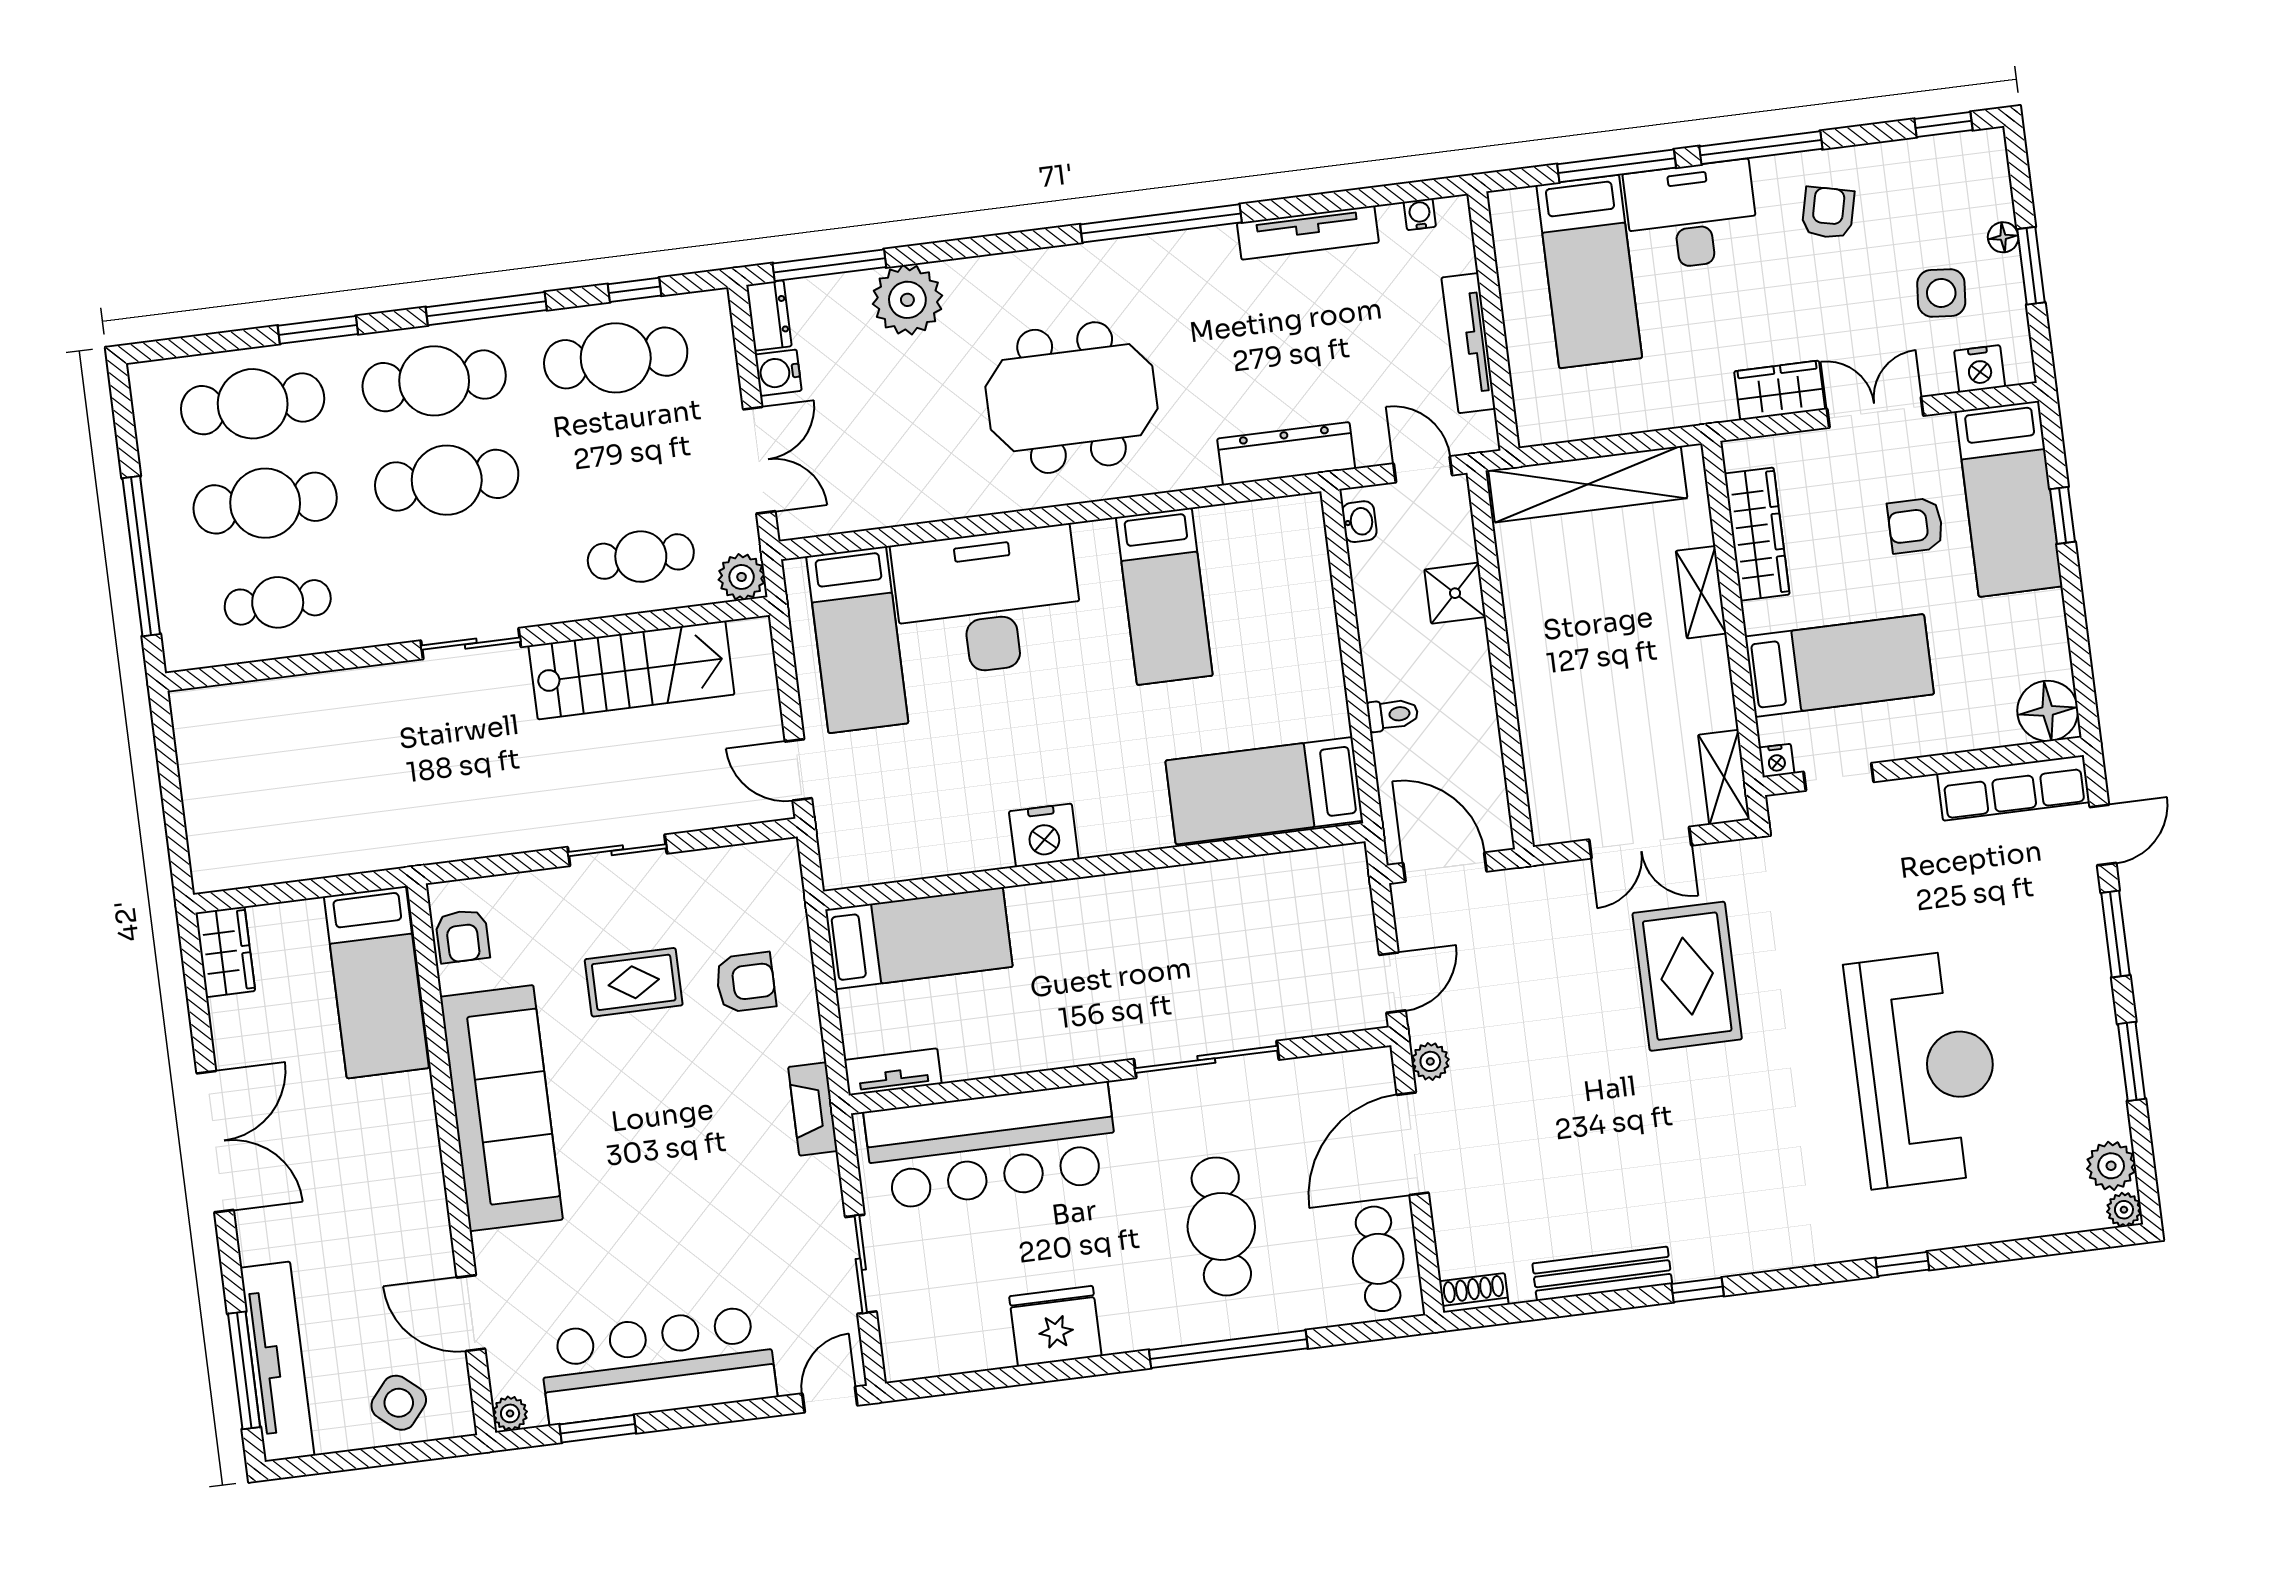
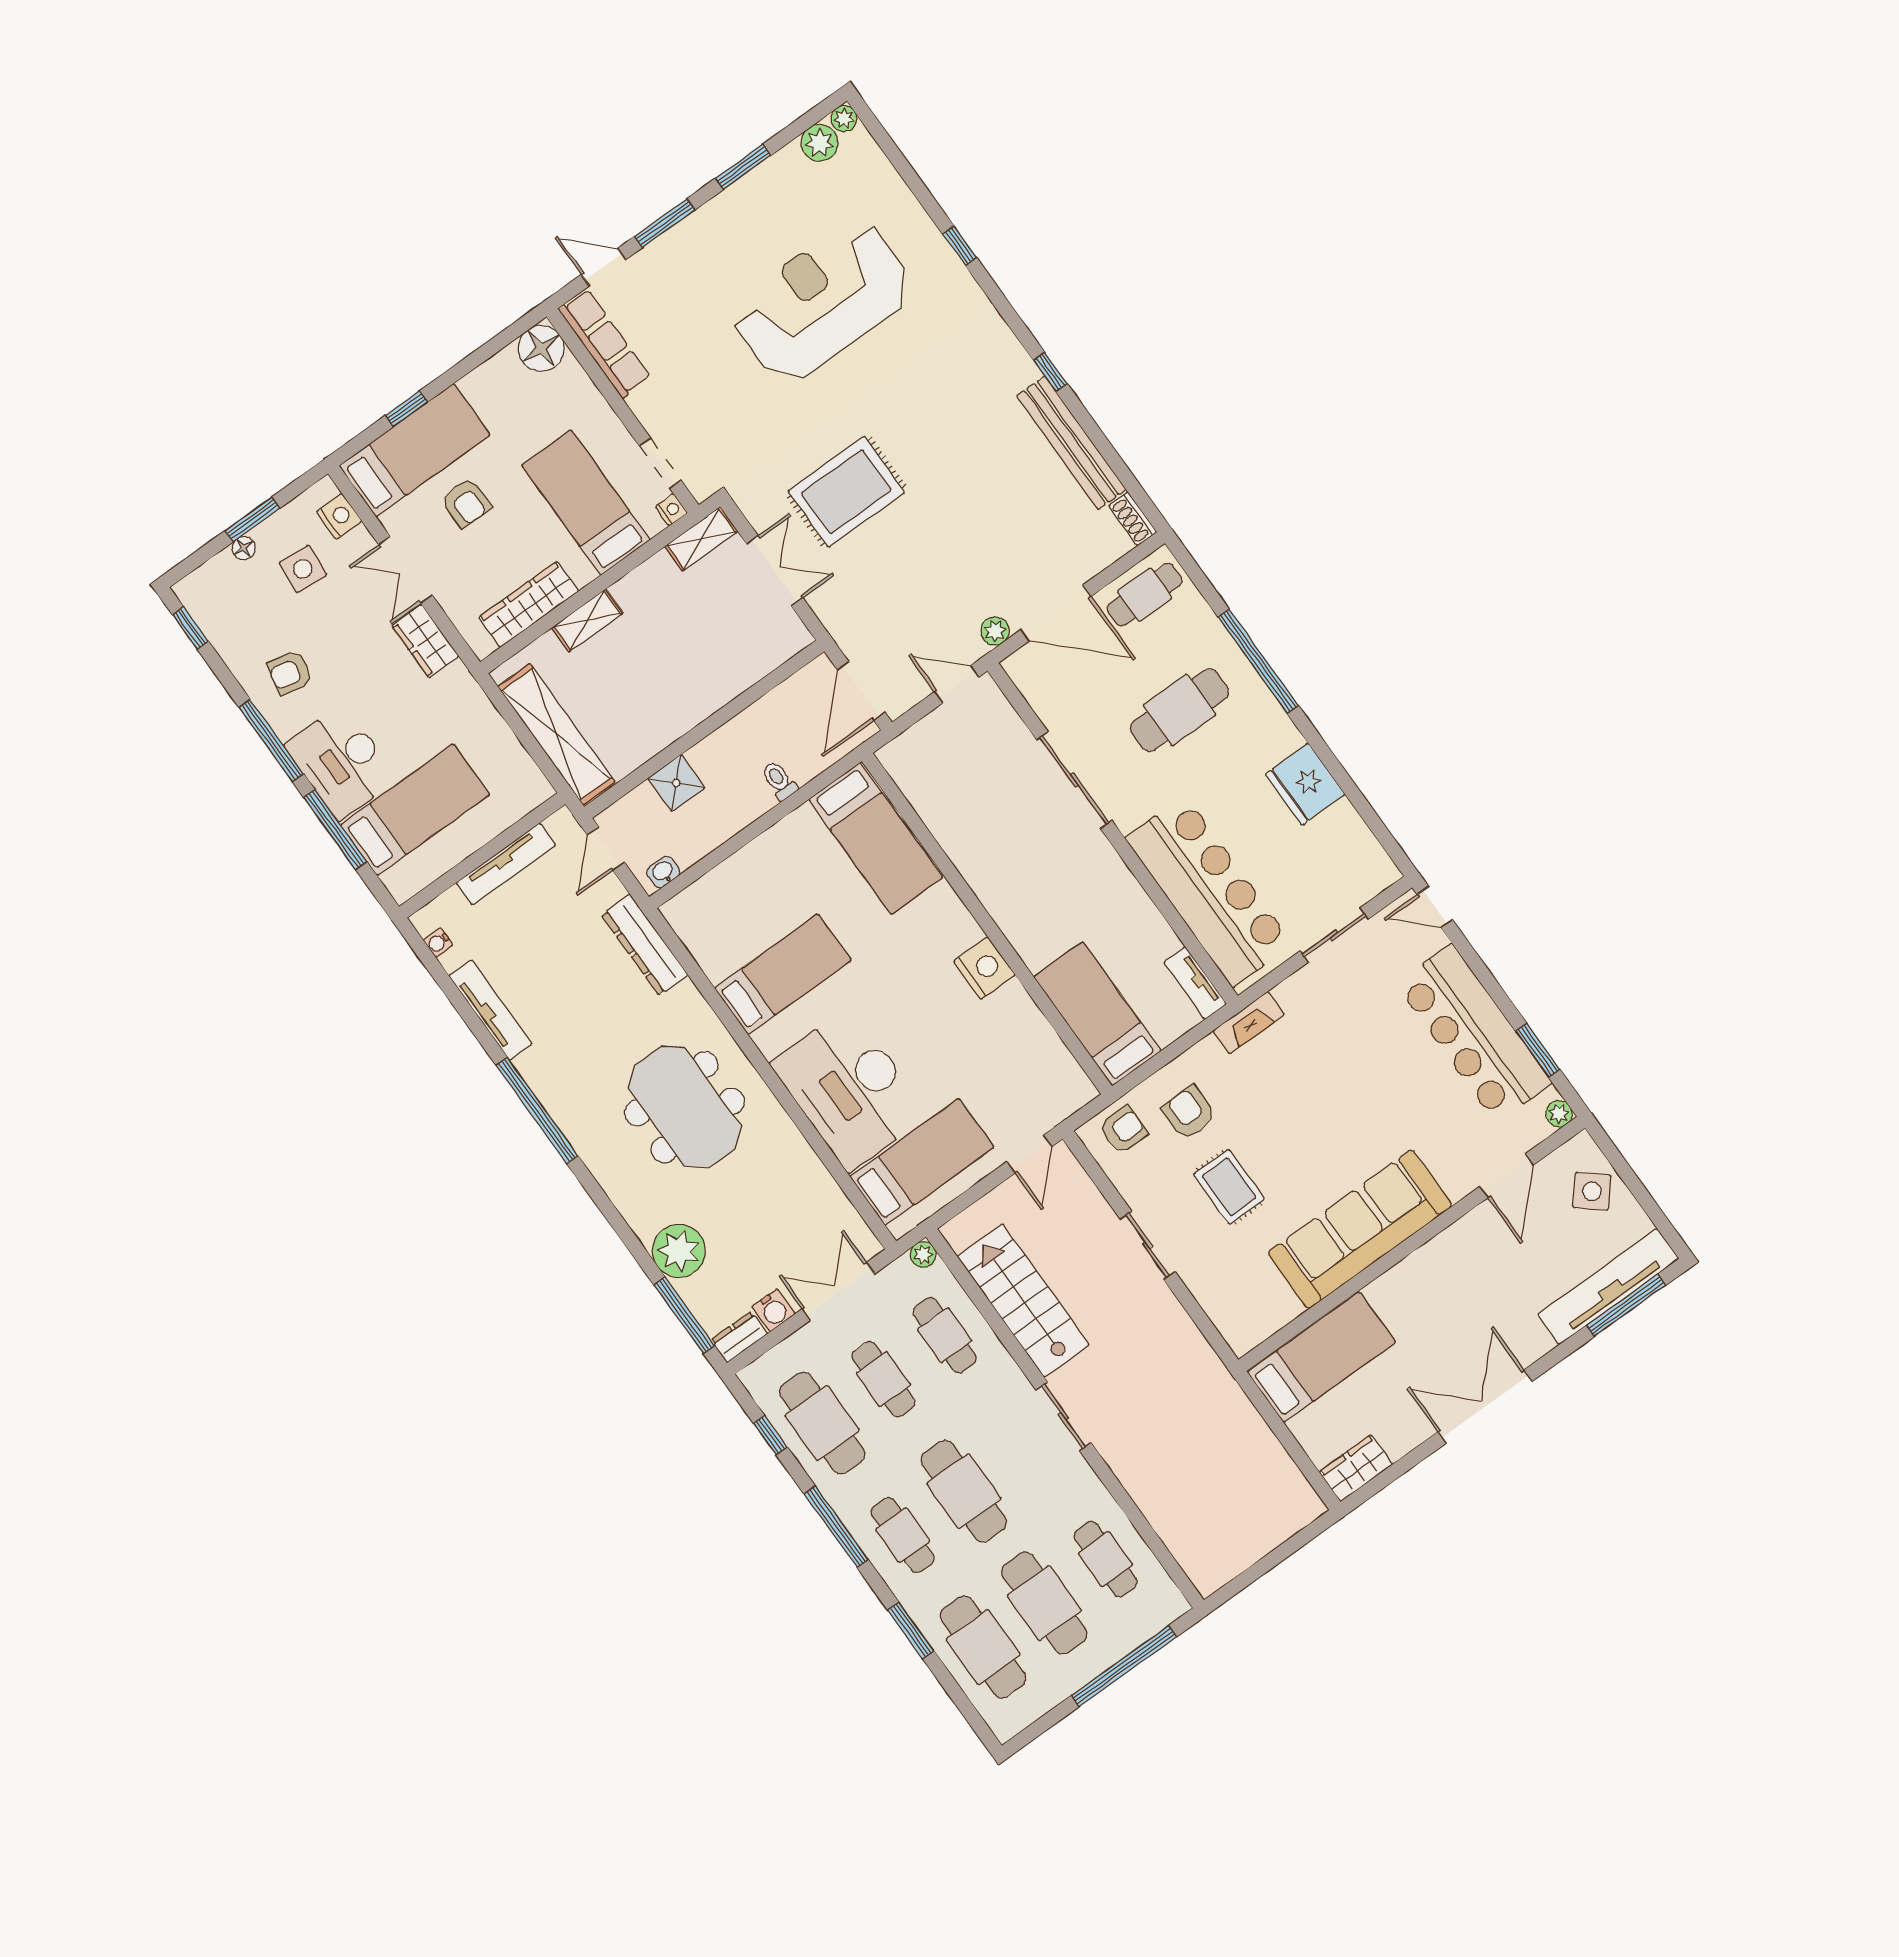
cafe table: (434, 381) -> (903, 1535), width x0.73, depth x0.74
cafe table: (628, 457) -> (883, 1379), added
plant: (742, 577) -> (923, 1254), width x0.73, depth x0.73
armchair: (462, 936) -> (1123, 1130), moved
bench: (1602, 1274) -> (1071, 443), width x1.37, depth x1.21

